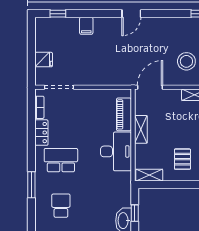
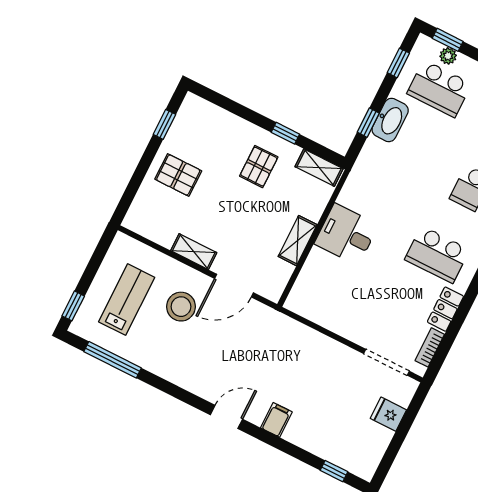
filing cabinet: (86, 26) -> (276, 420), moved
door: (150, 87) -> (234, 286), moved
piano: (124, 114) -> (311, 275), removed
desk: (116, 151) -> (346, 234), width x0.73
window: (177, 185) -> (285, 133), added

